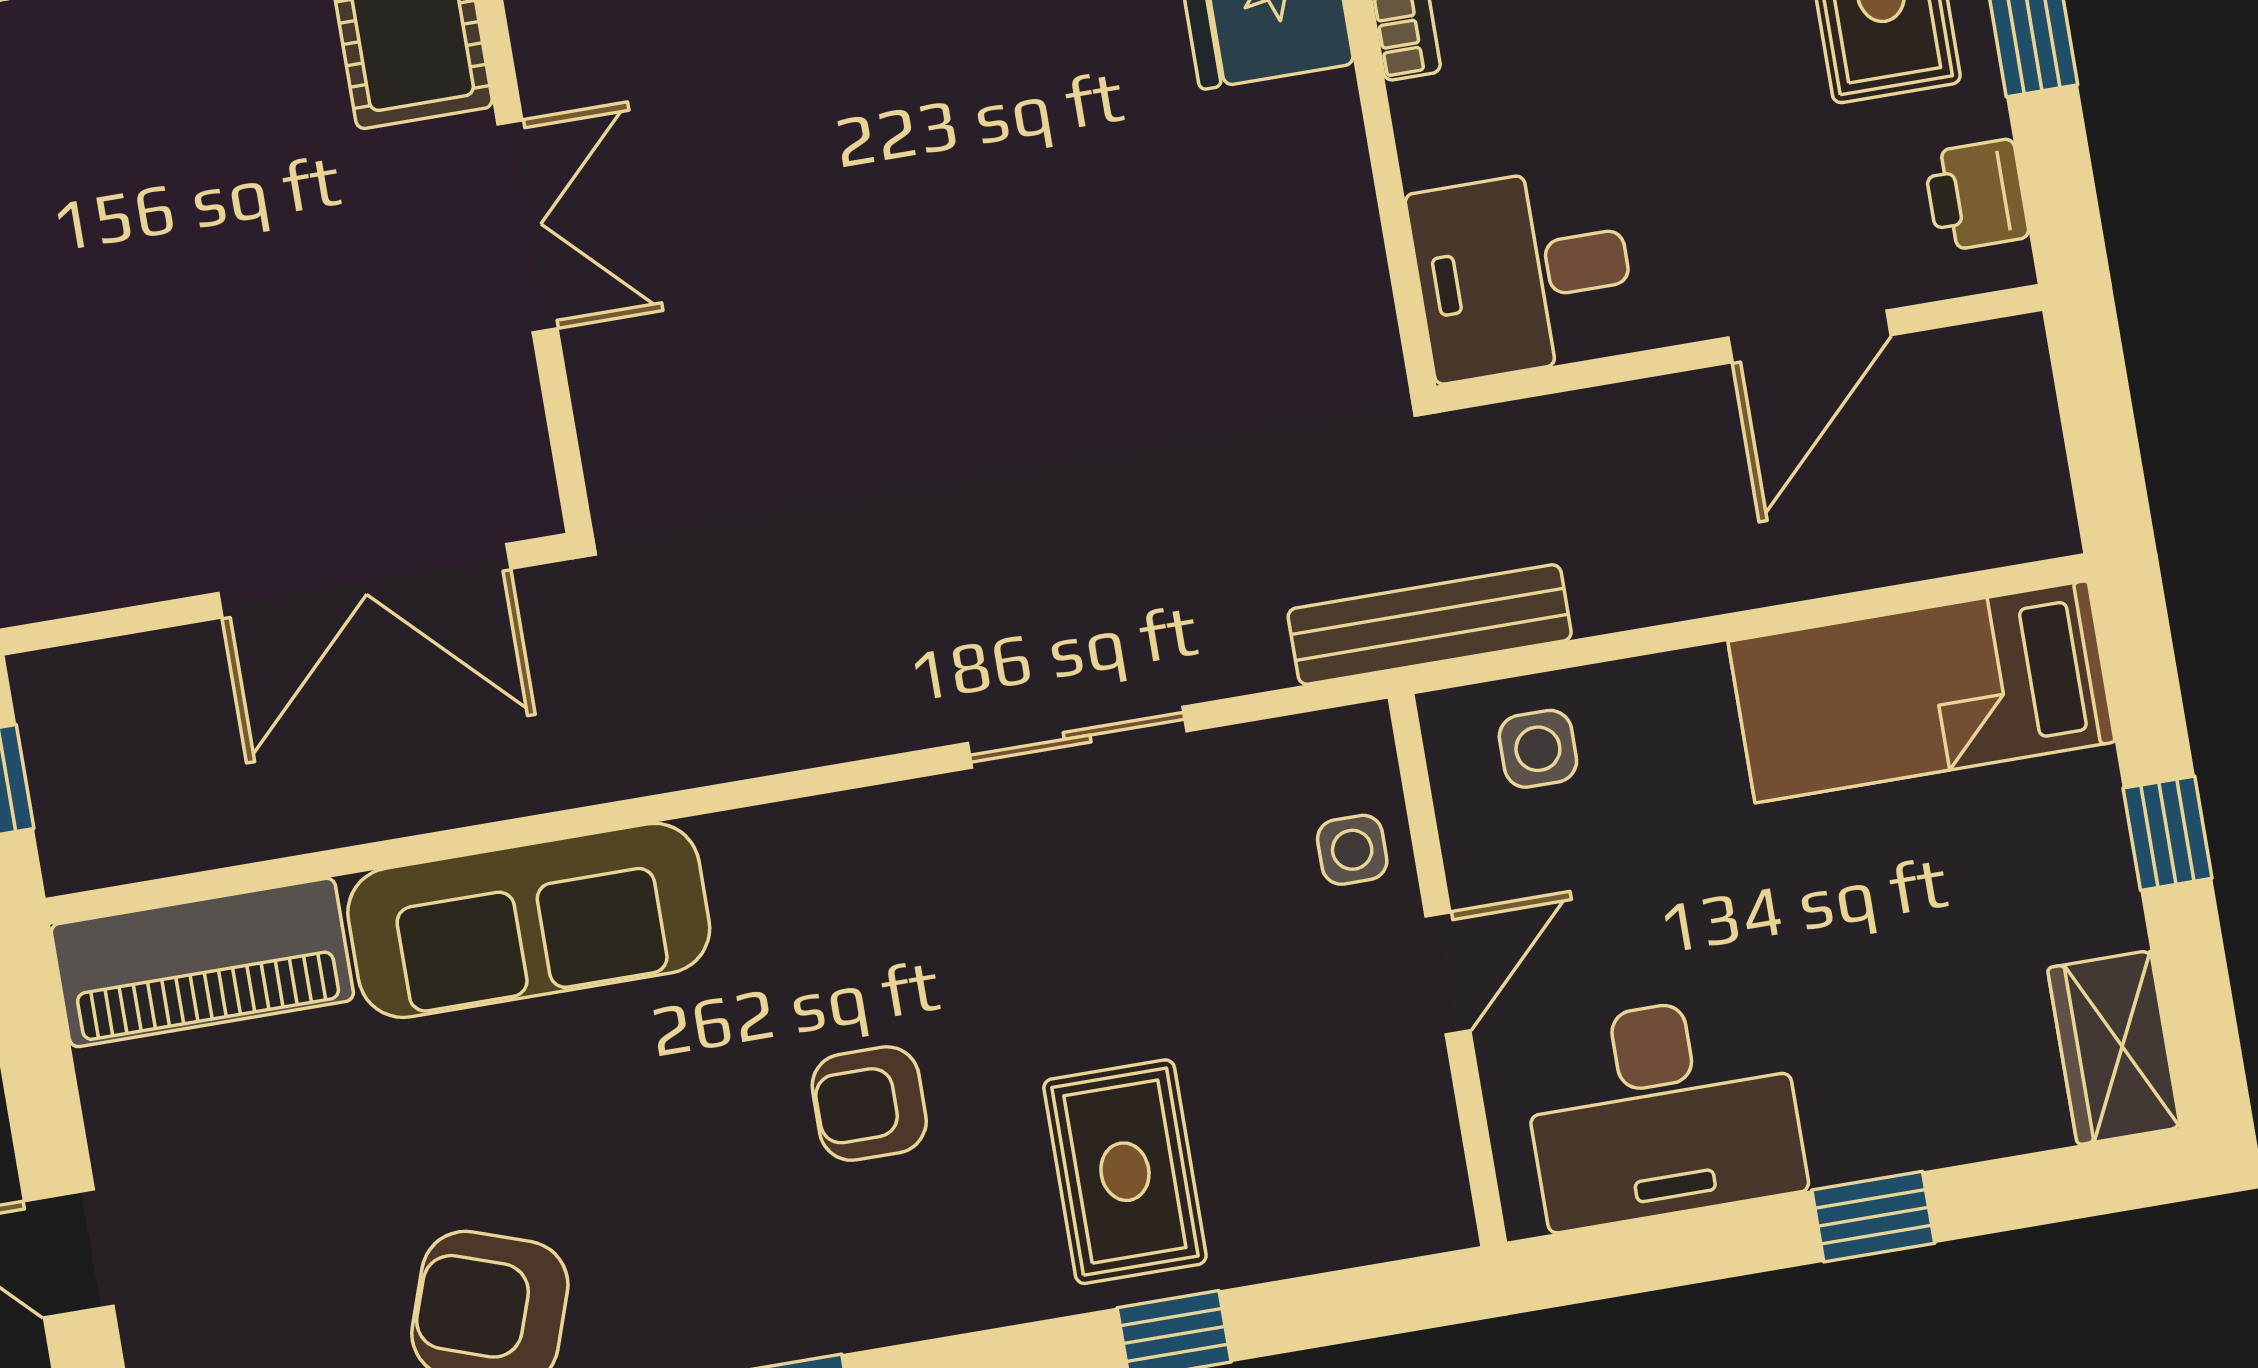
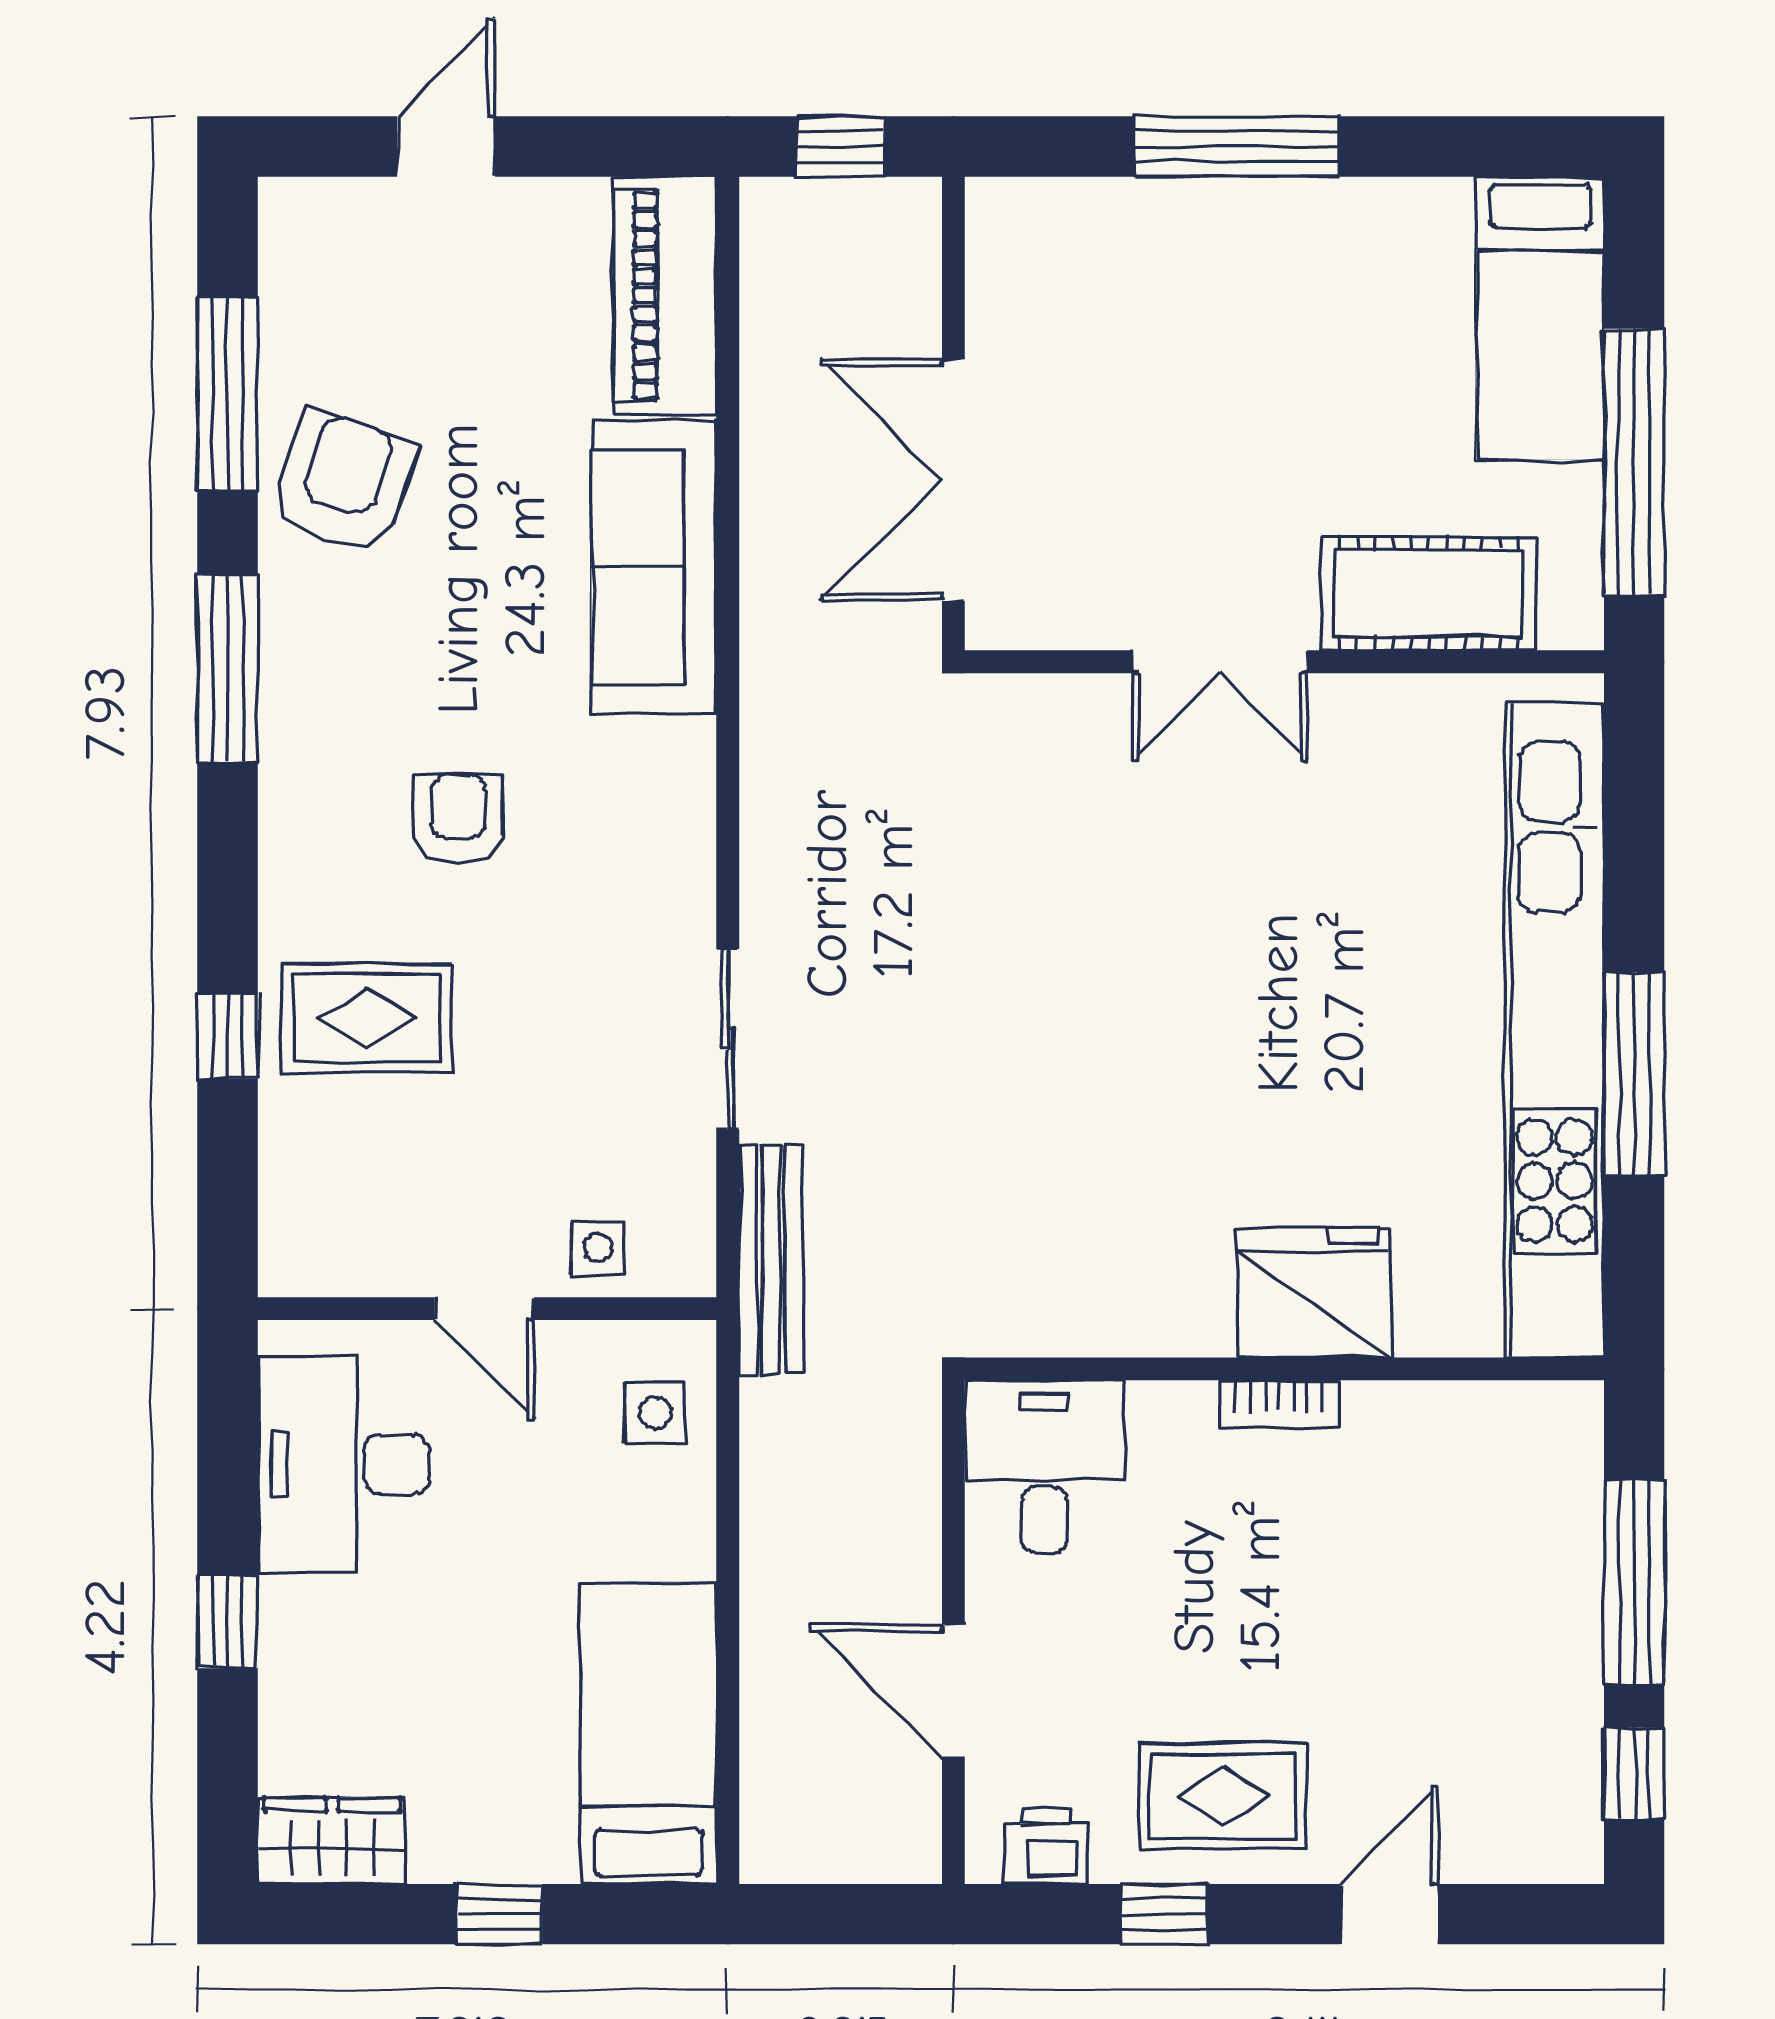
bench: (1430, 625) -> (771, 1260), moved

